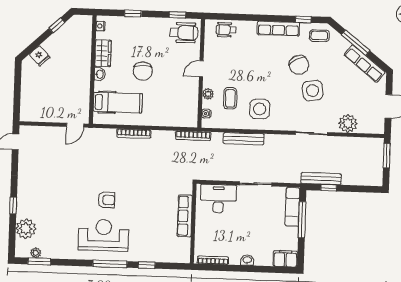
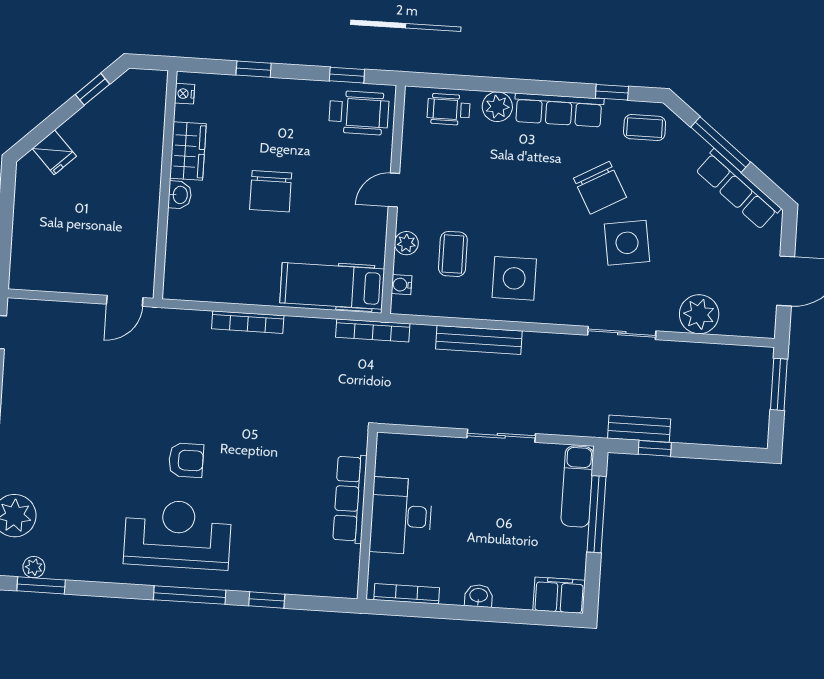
plant: (249, 28) -> (497, 107), added
hospital bed: (118, 103) -> (332, 286), moved, turned 180
bench: (321, 179) -> (639, 429), width x0.73
desk: (218, 199) -> (401, 516), moved, turned -90

